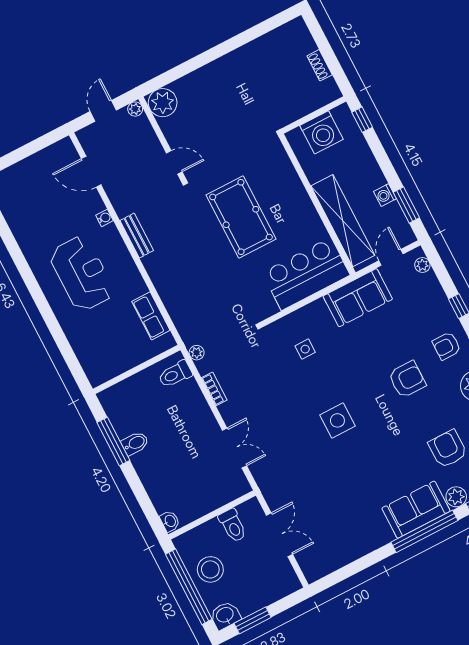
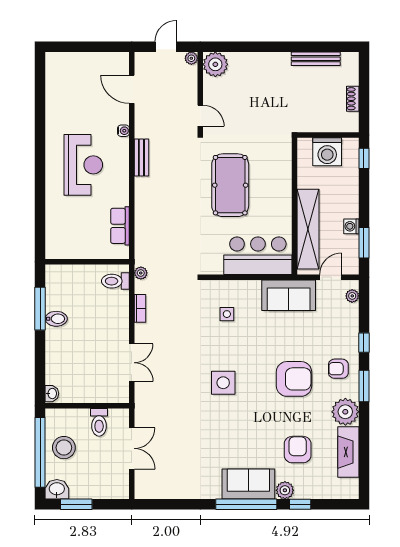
bench: (261, 44) -> (316, 59), added
armchair: (407, 379) -> (294, 379), width x1.36, depth x1.36

